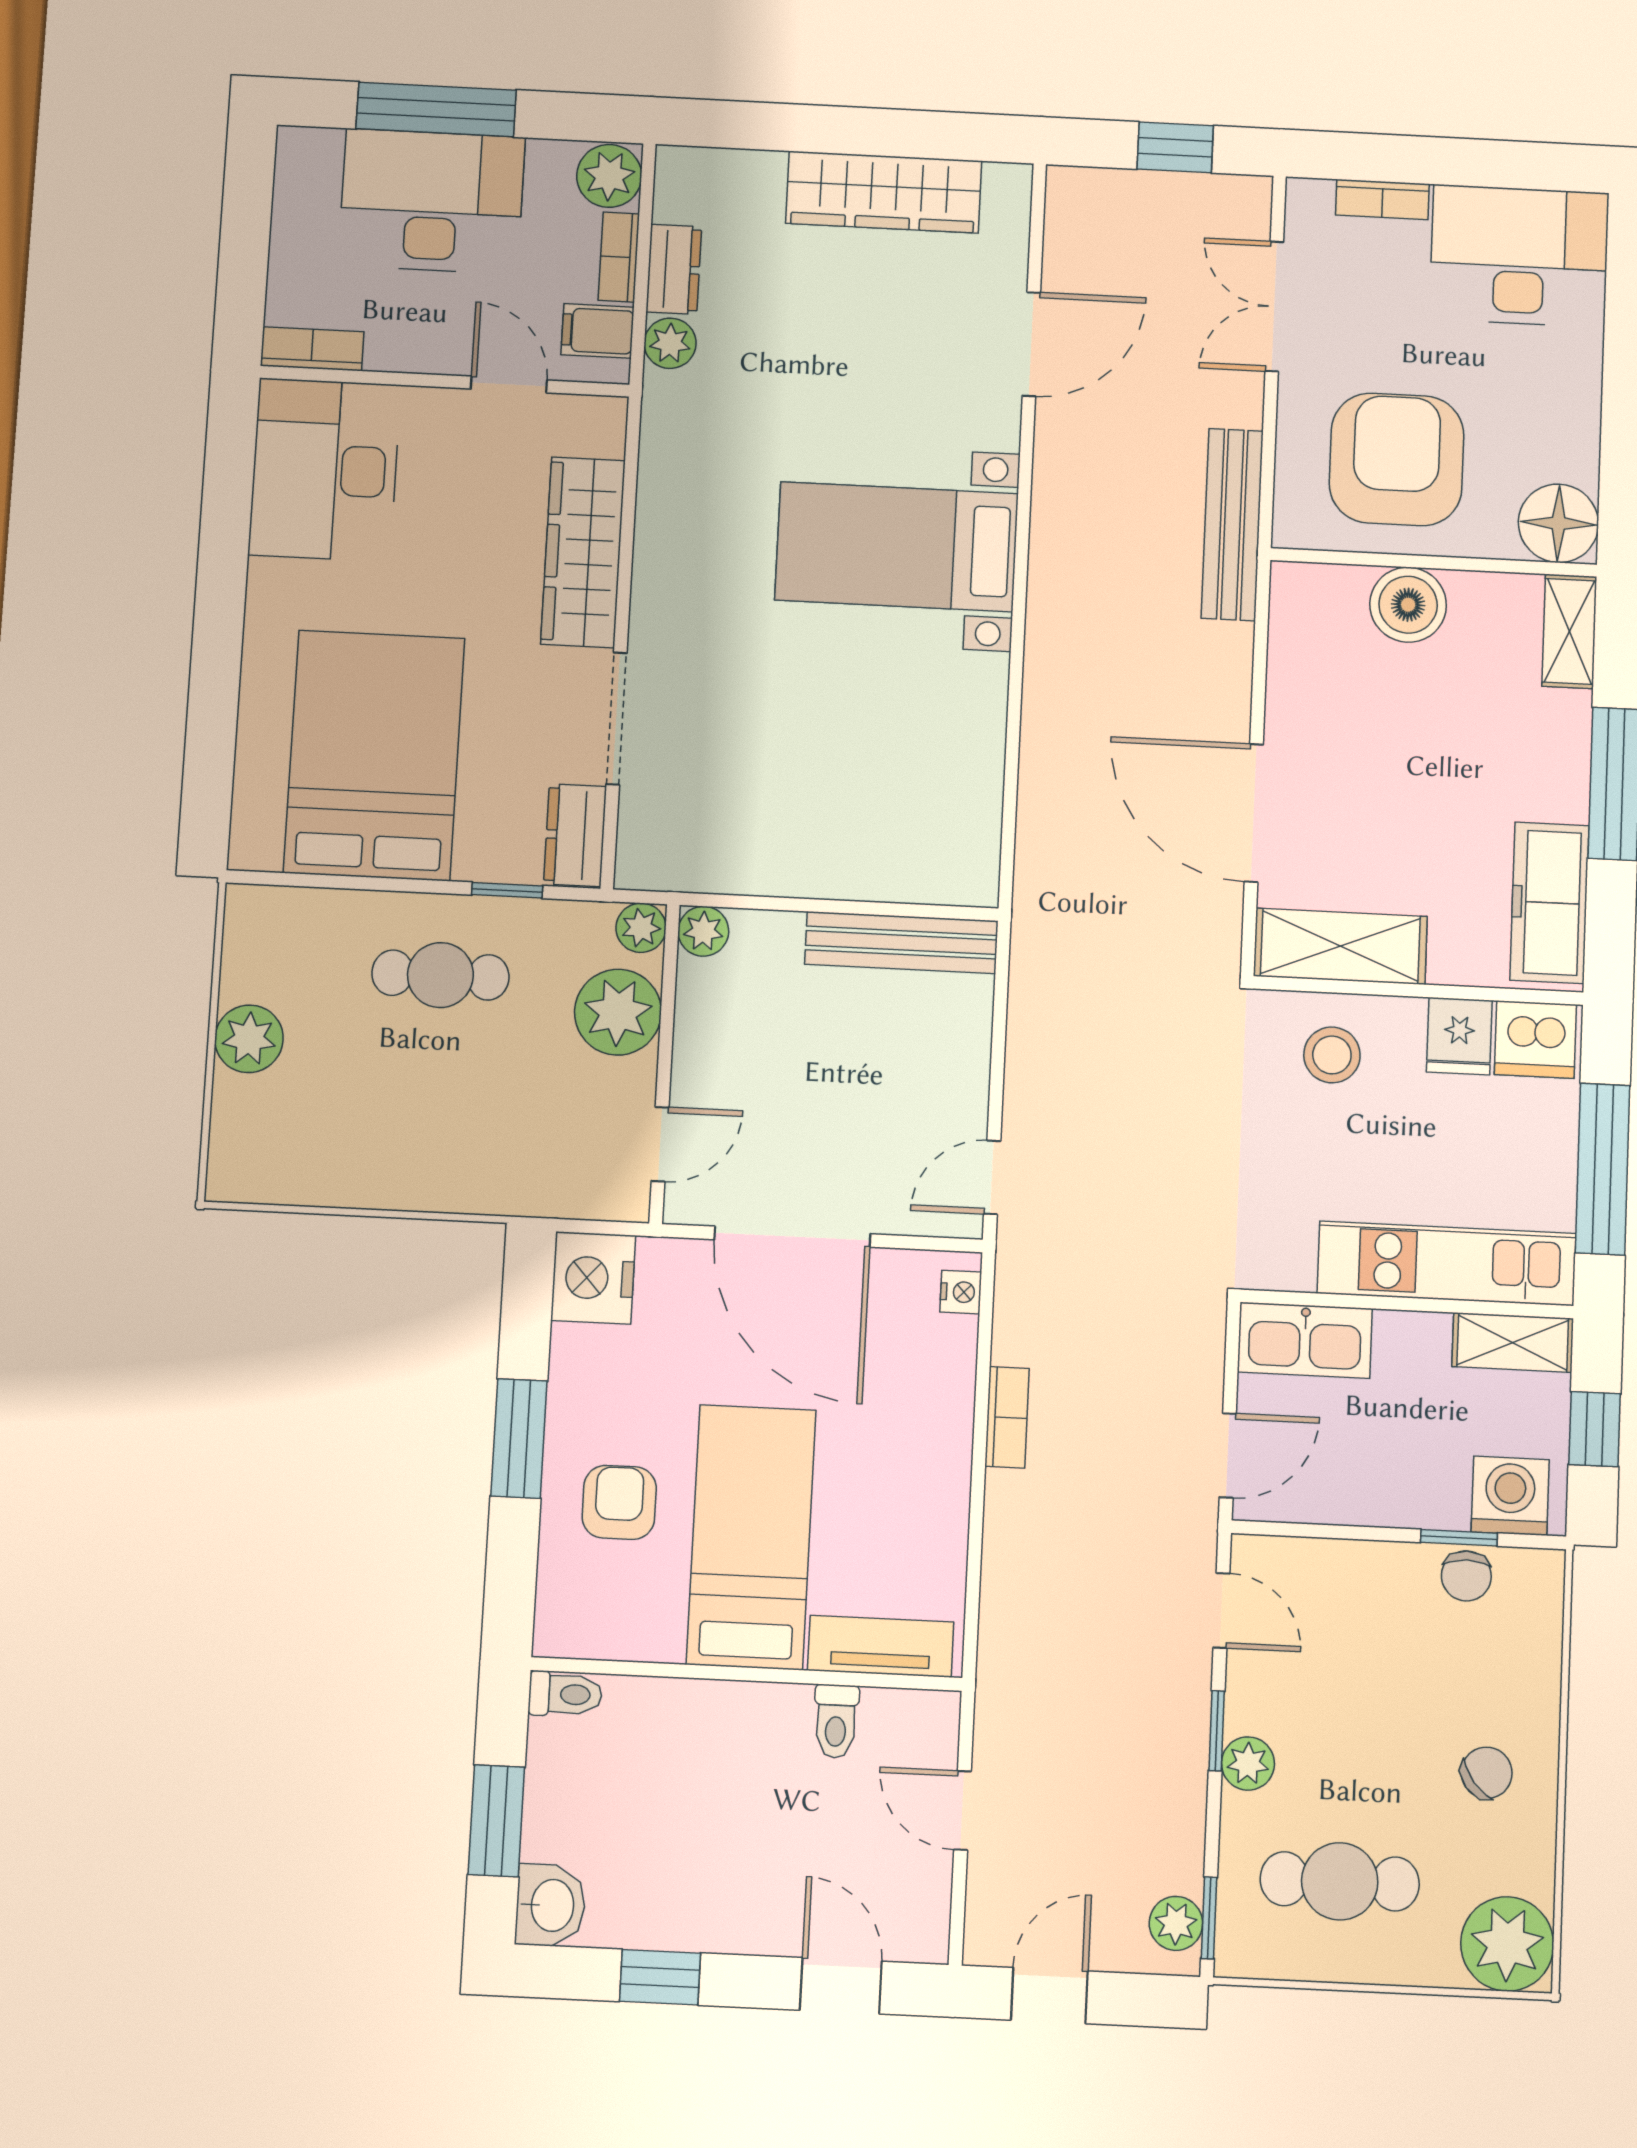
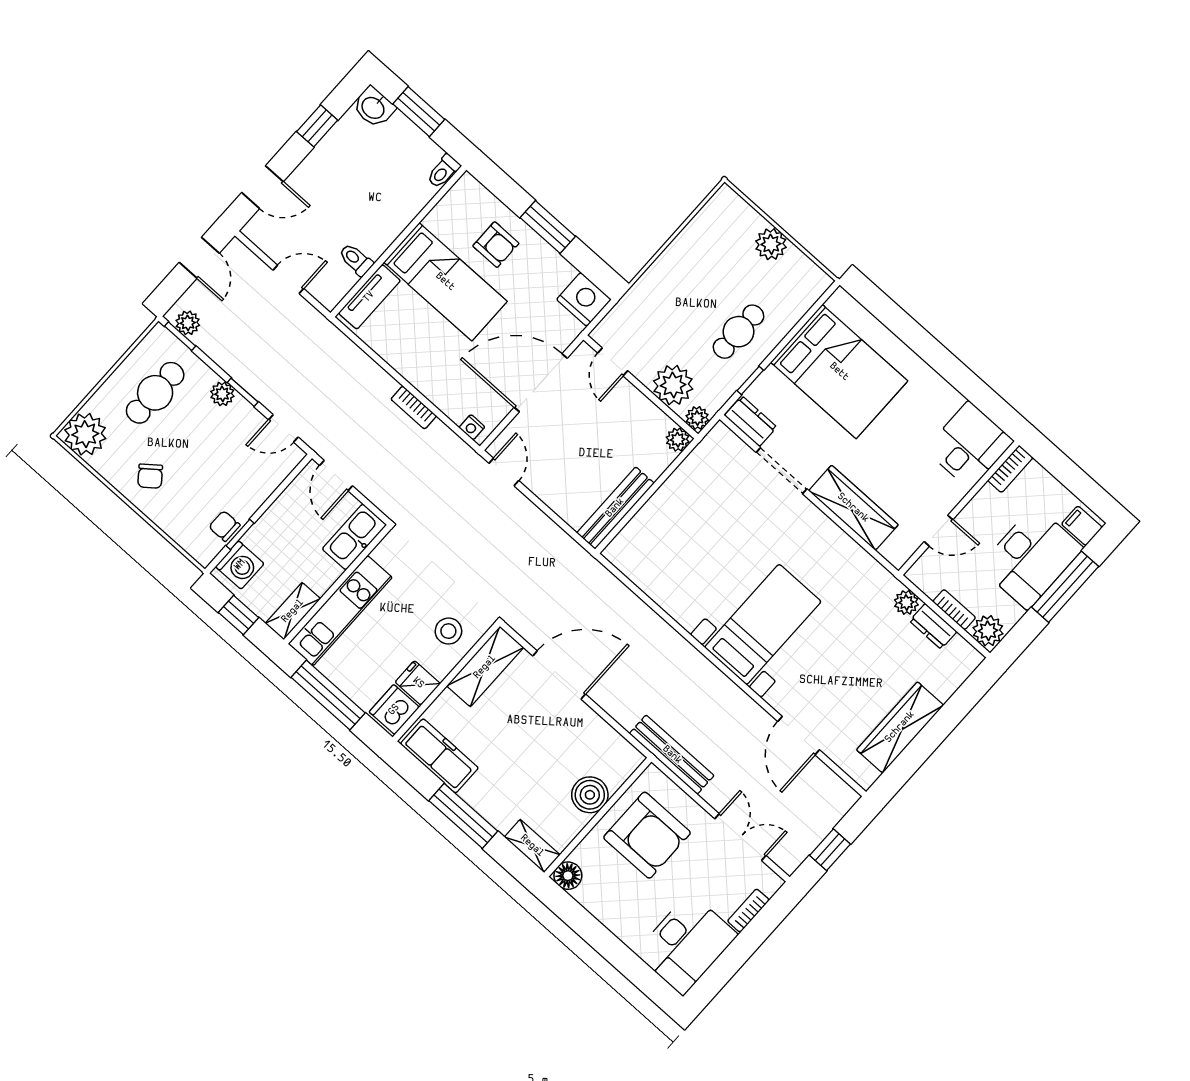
filing cabinet: (598, 331) -> (1082, 526), moved, turned -90
desk: (325, 470) -> (969, 445), width x0.73
floor lamp: (1558, 523) -> (568, 876), width x0.73, depth x0.73

